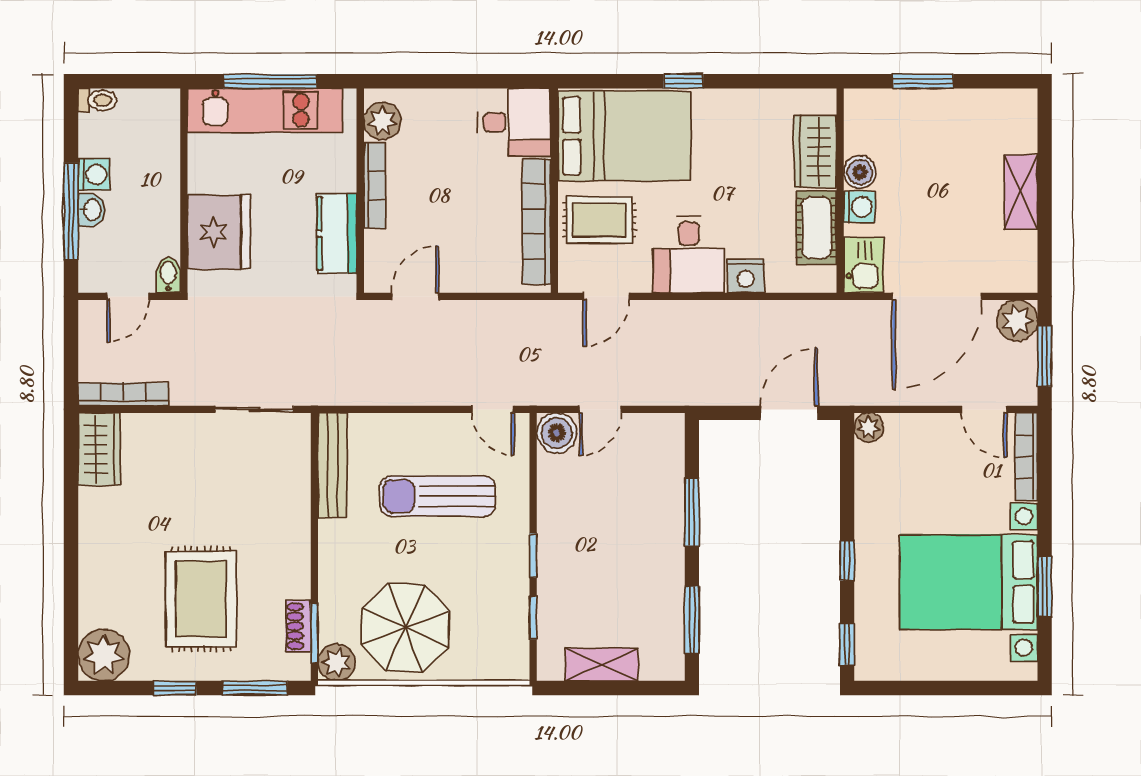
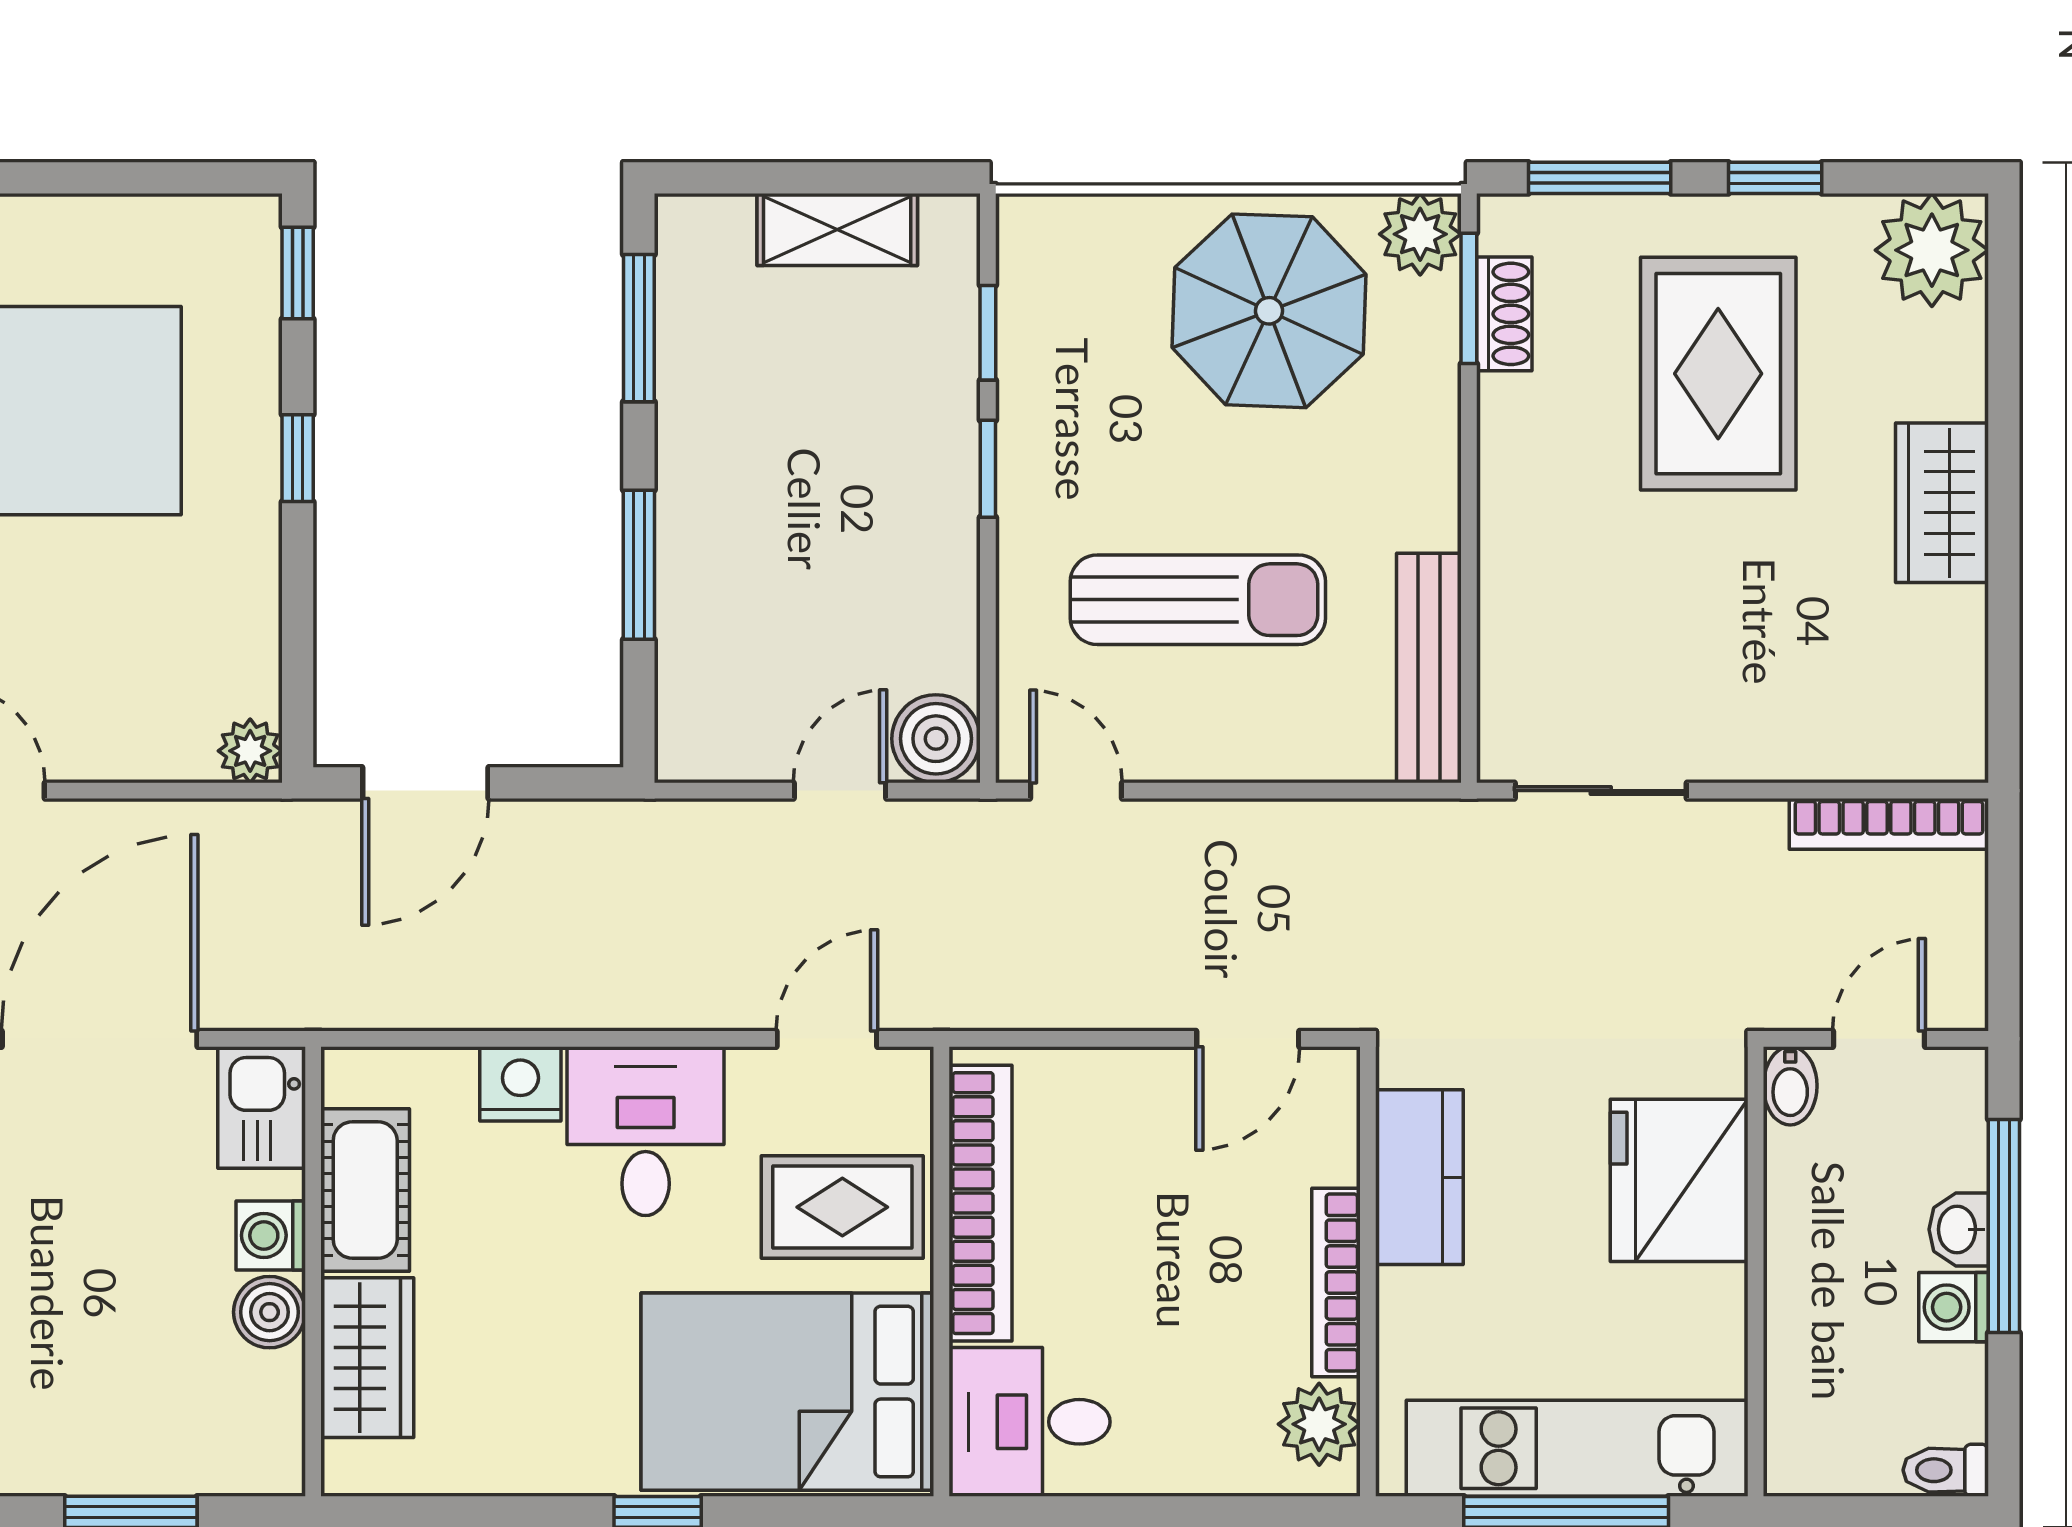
wardrobe: (99, 449) -> (1942, 503), moved

